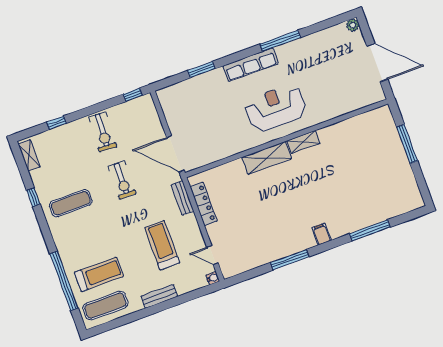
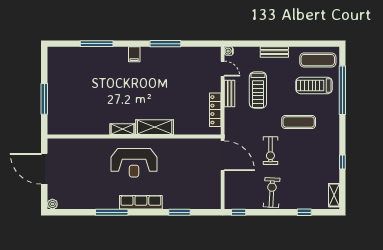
exercise bike: (122, 180) -> (270, 151), turned 180
bench: (182, 198) -> (230, 94), moved
exercise mat: (71, 203) -> (299, 122), moved

